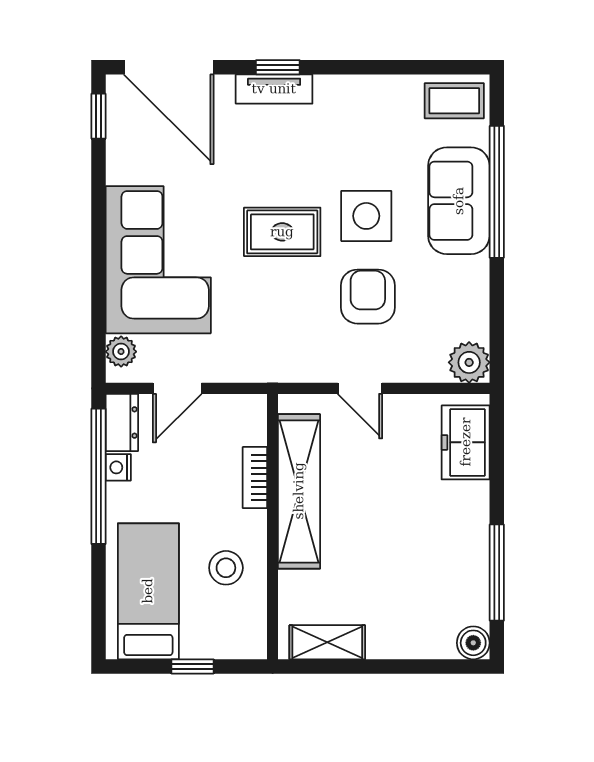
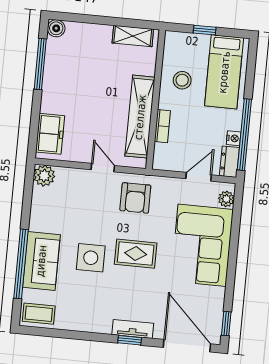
armchair: (368, 297) -> (135, 198), moved

